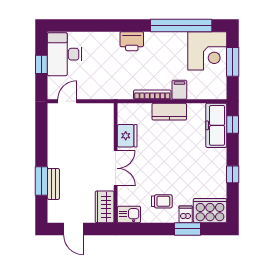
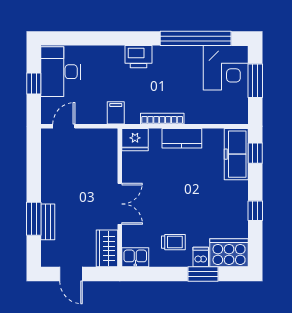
filing cabinet: (179, 90) -> (116, 113), moved
fridge: (127, 136) -> (135, 140), moved, turned 90

